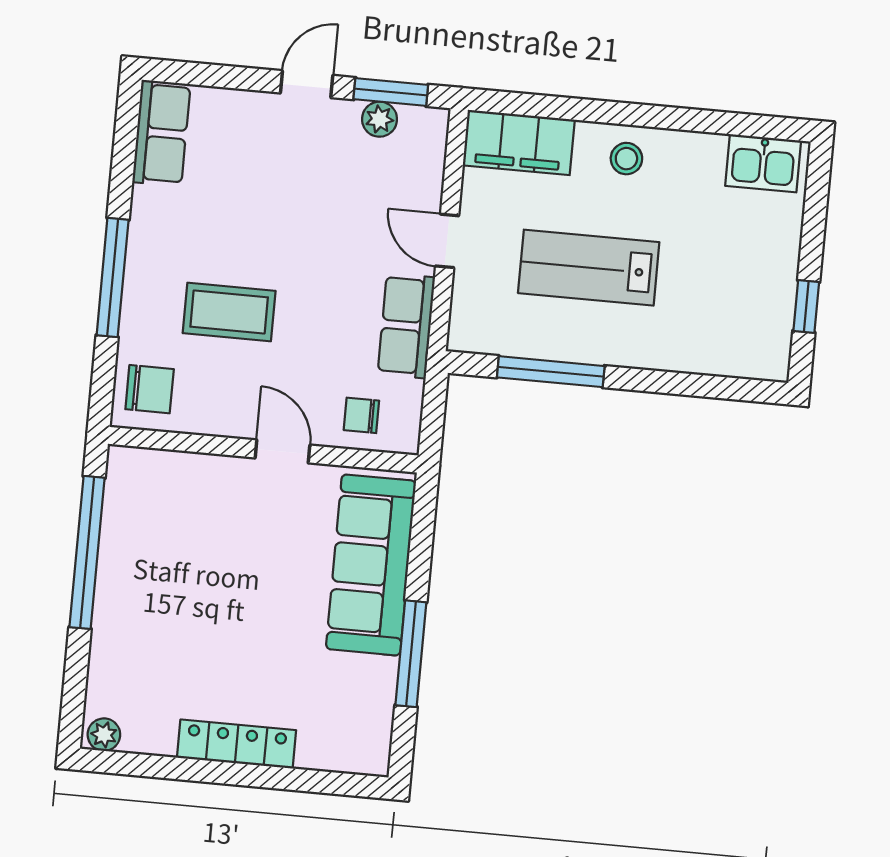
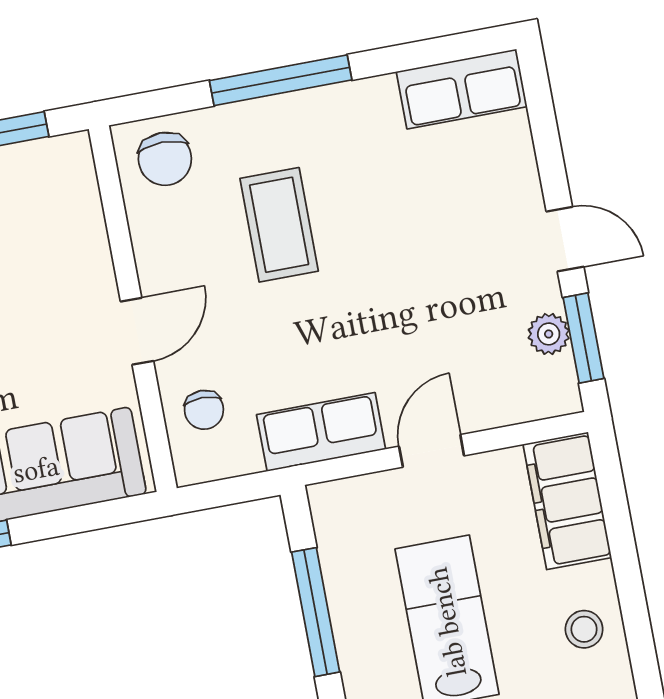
chair: (361, 415) -> (204, 410), turned 180

